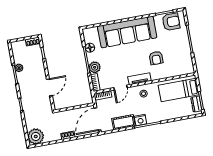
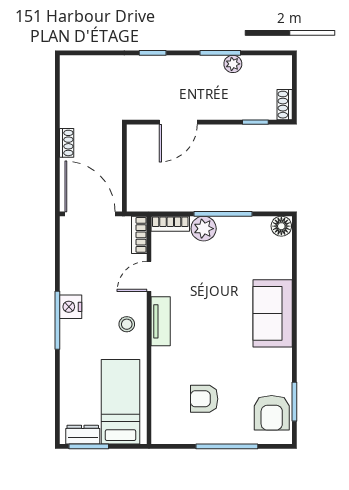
sofa: (127, 32) -> (273, 313), width x0.54, depth x0.79
floor lamp: (90, 48) -> (281, 226), moved
armchair: (156, 58) -> (204, 399), moved
door: (49, 87) -> (178, 122), hinge flipped
door: (120, 88) -> (149, 276), hinge flipped
cot: (123, 122) -> (73, 269), removed
plant: (36, 136) -> (77, 73), removed

